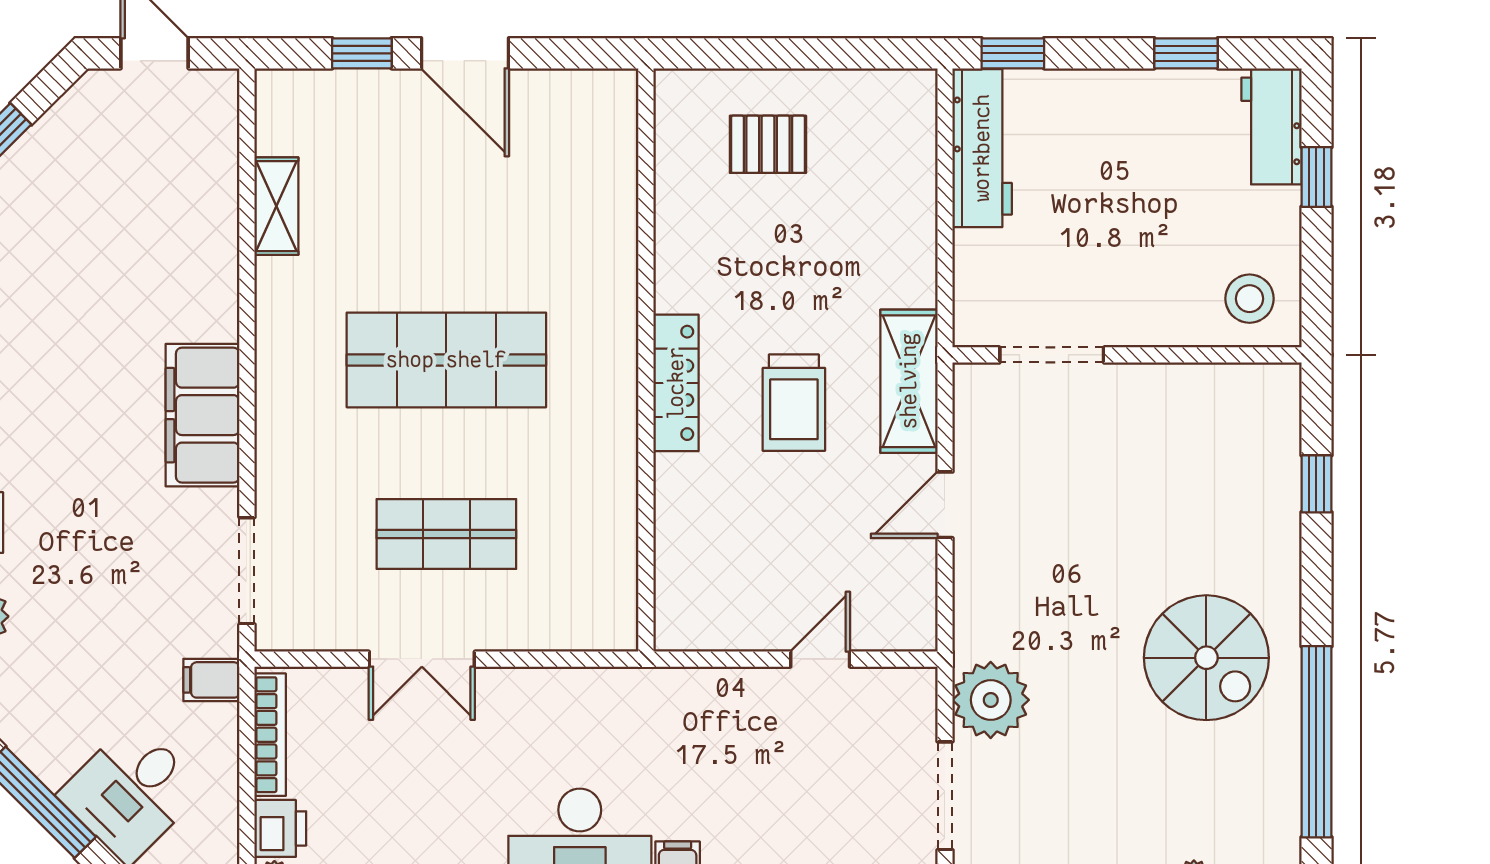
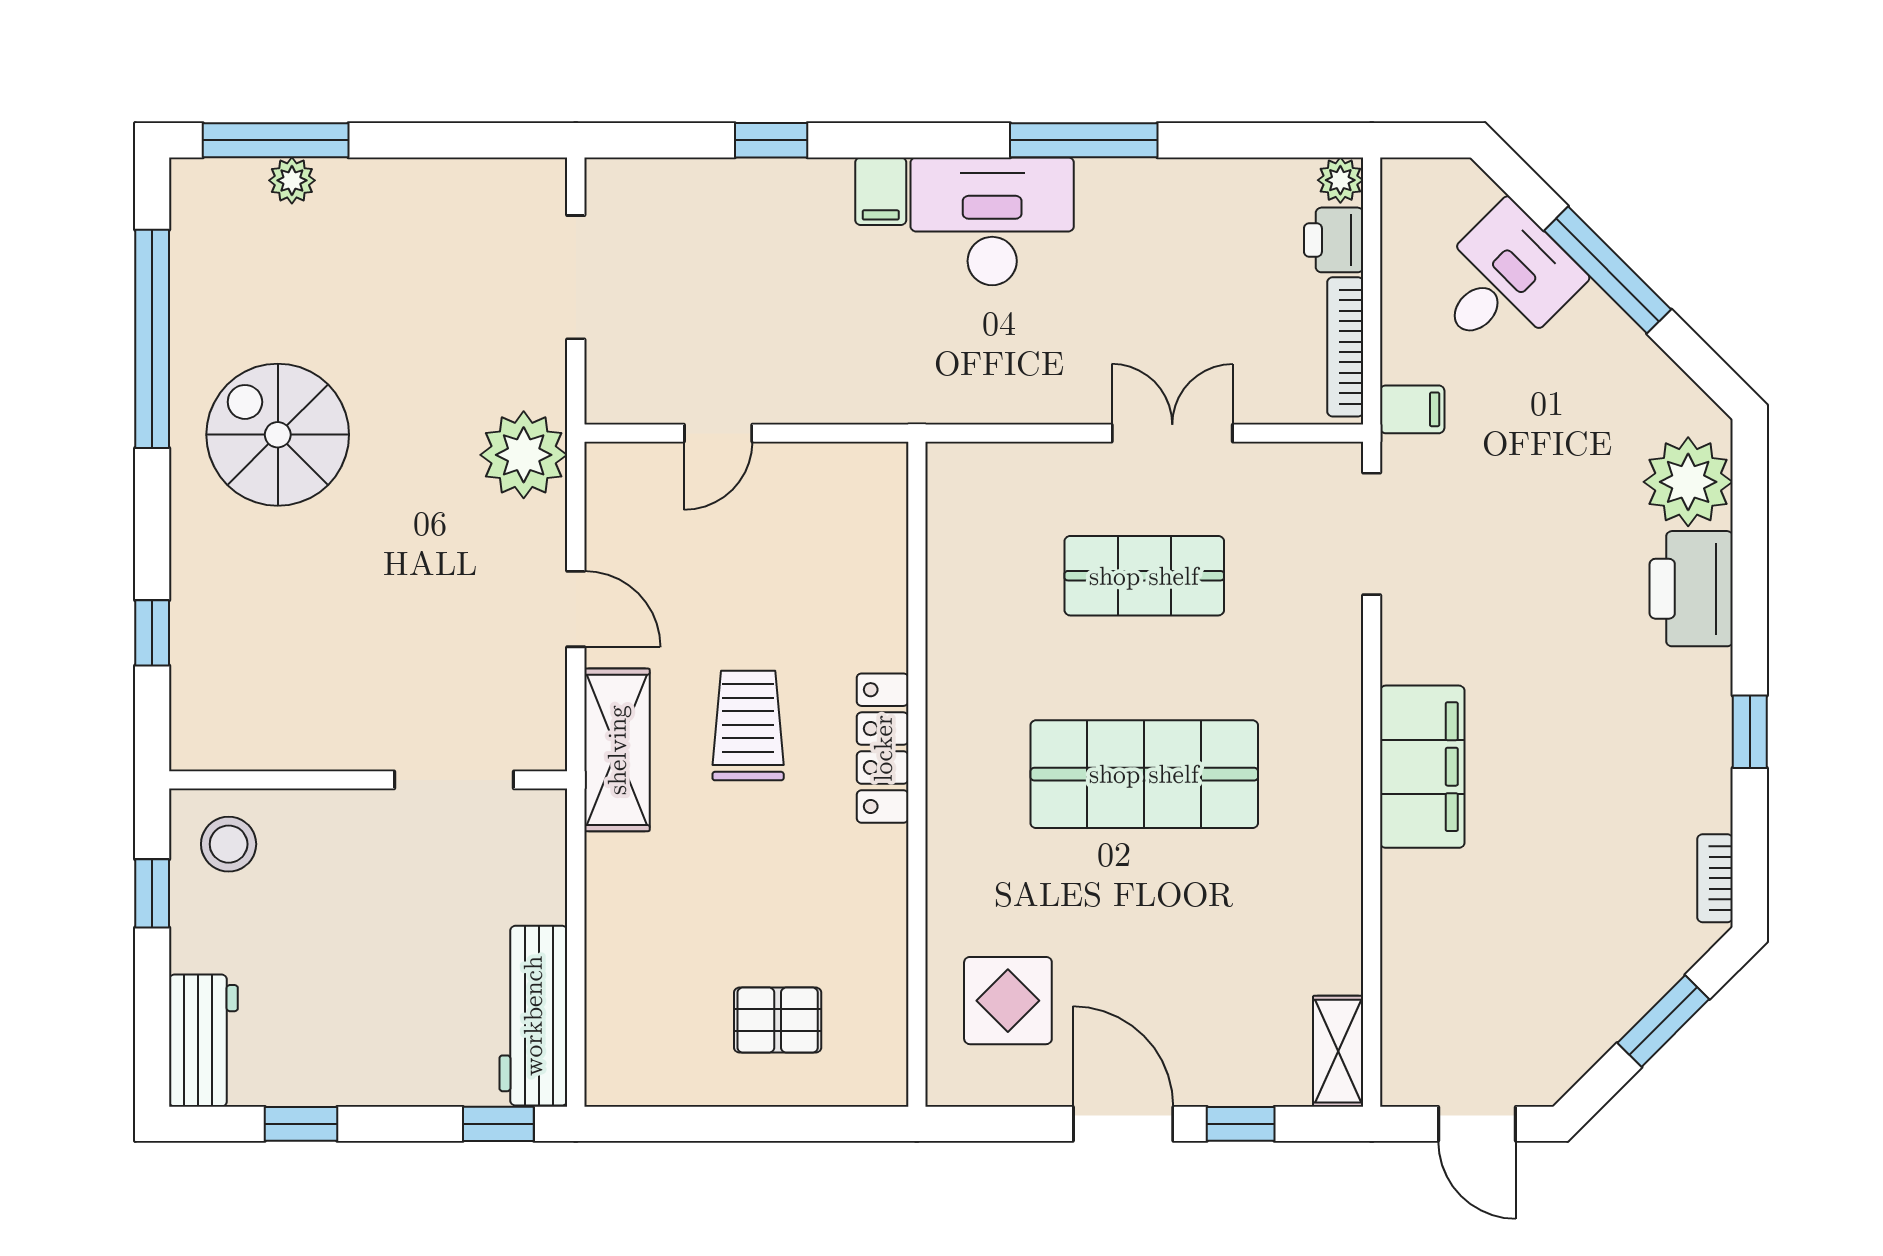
display table: (566, 161) -> (1008, 1001), added
window: (1316, 177) -> (152, 893), moved
shelving: (276, 206) -> (1338, 1051), moved
filing cabinet: (203, 415) -> (1422, 767), moved
door: (945, 505) -> (576, 609), hinge flipped
plant: (991, 700) -> (524, 455), moved

